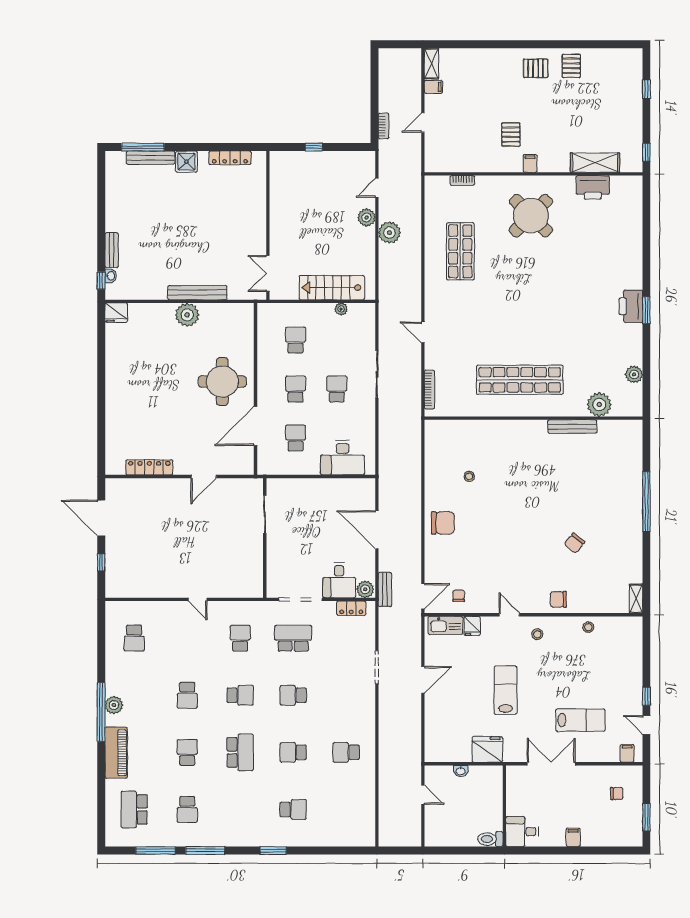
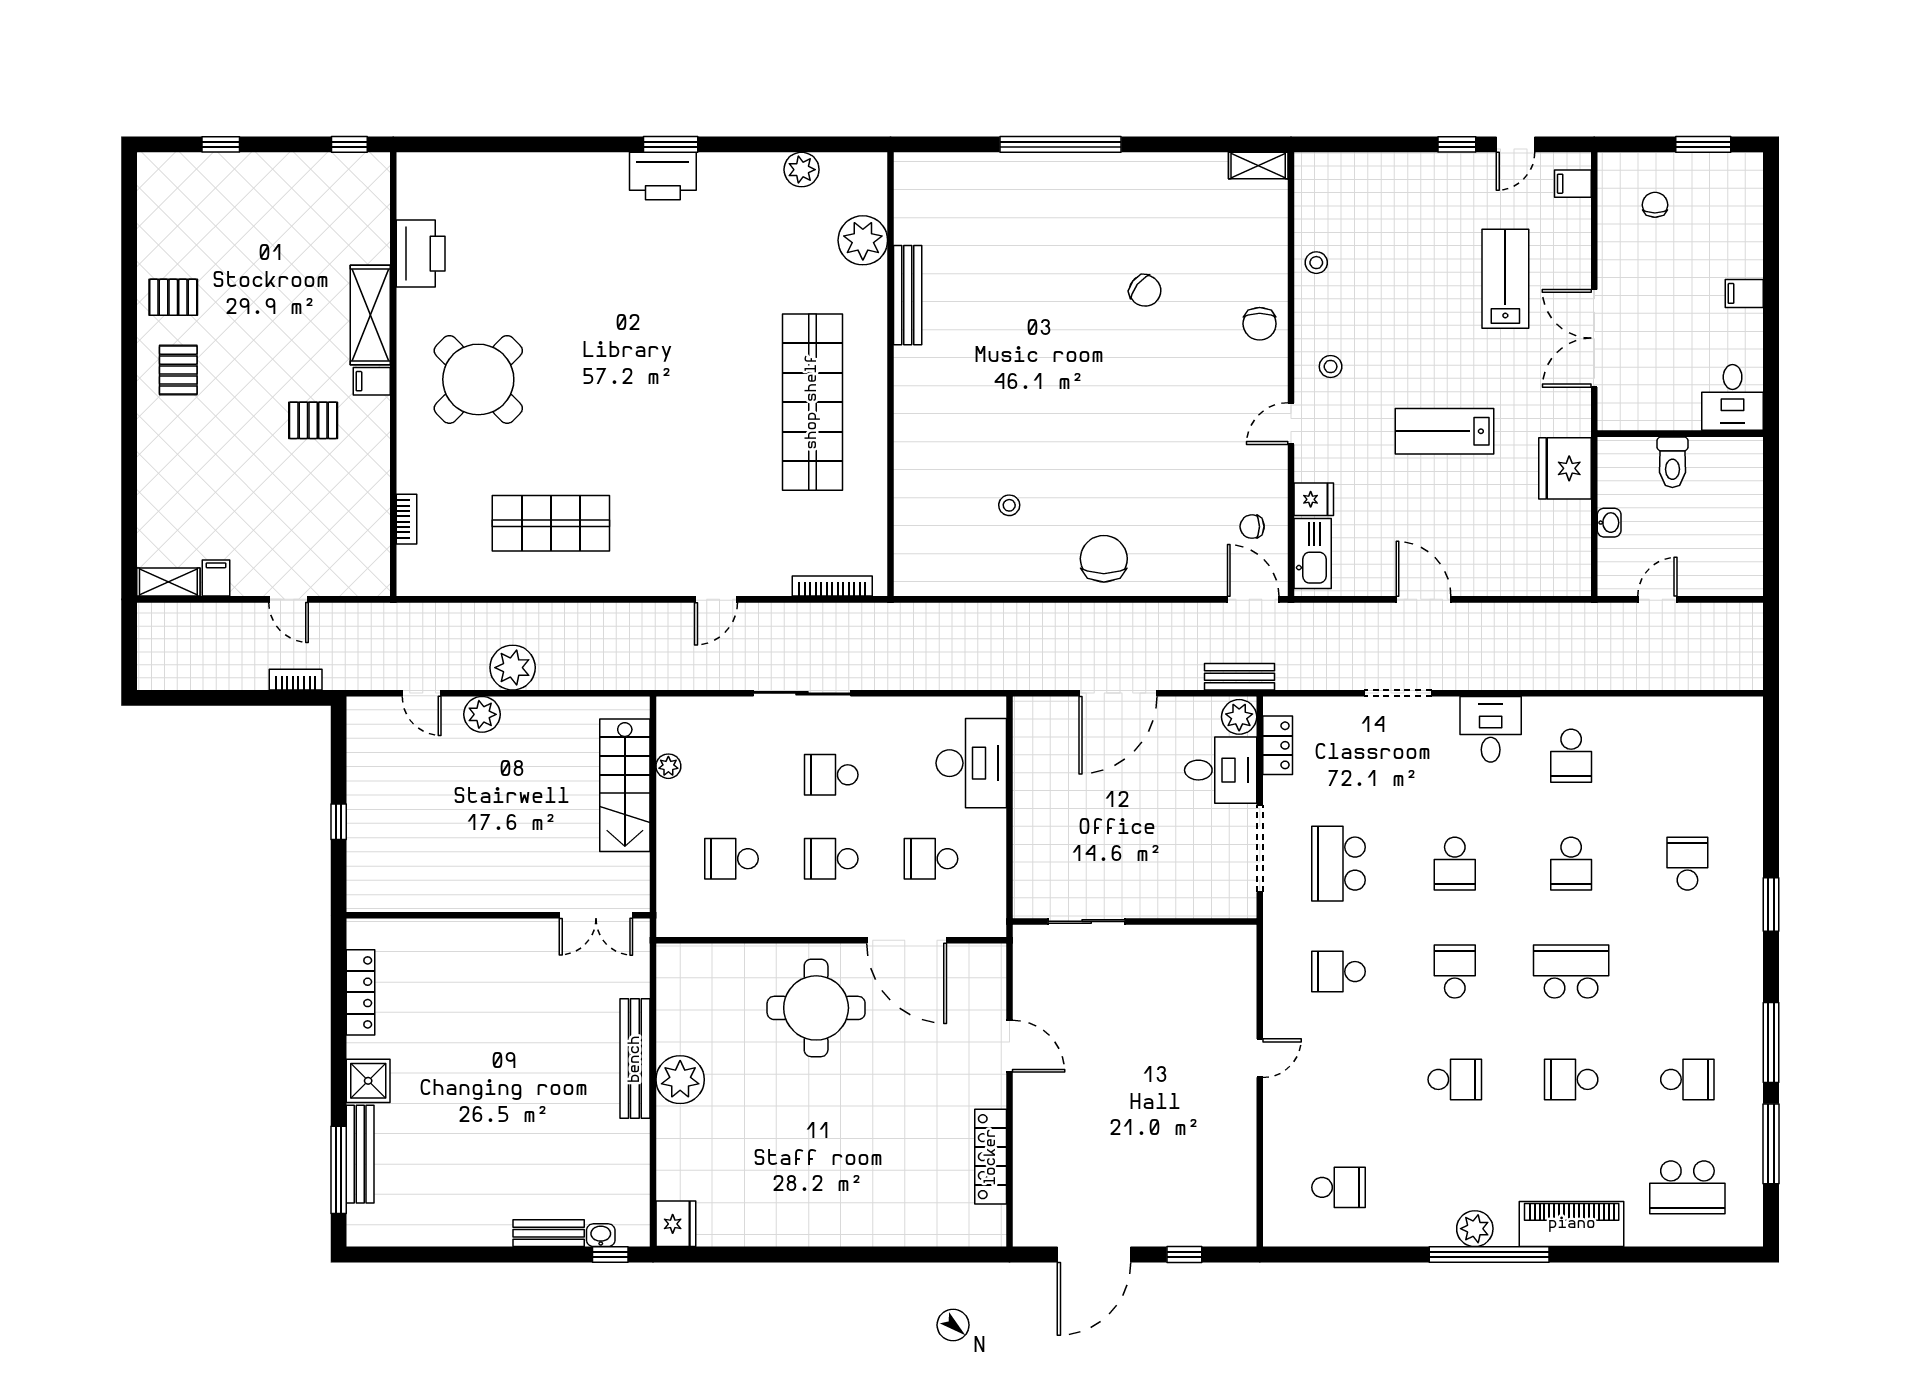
shelving: (595, 163) -> (370, 315), moved
desk: (359, 713) -> (1491, 729), added
toilet: (490, 839) -> (1672, 462), moved

